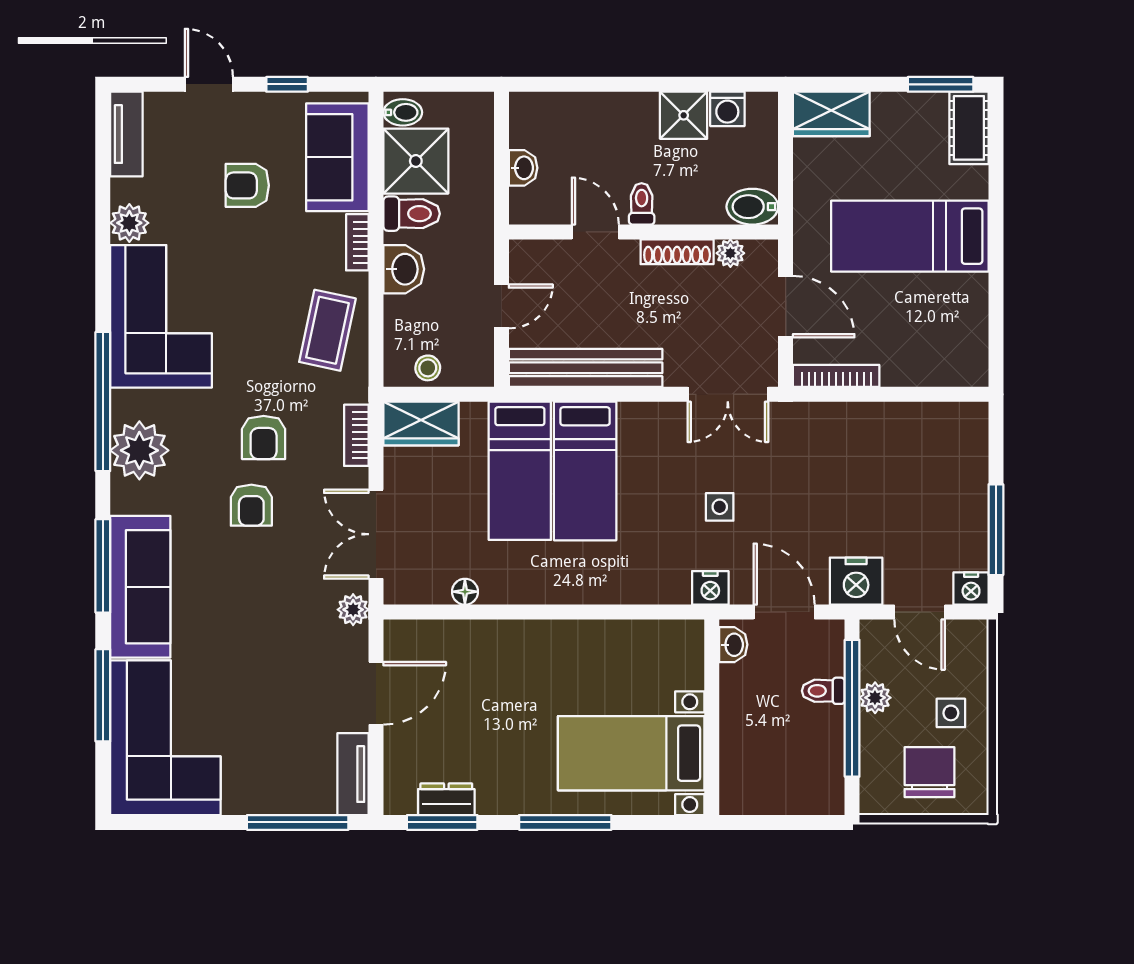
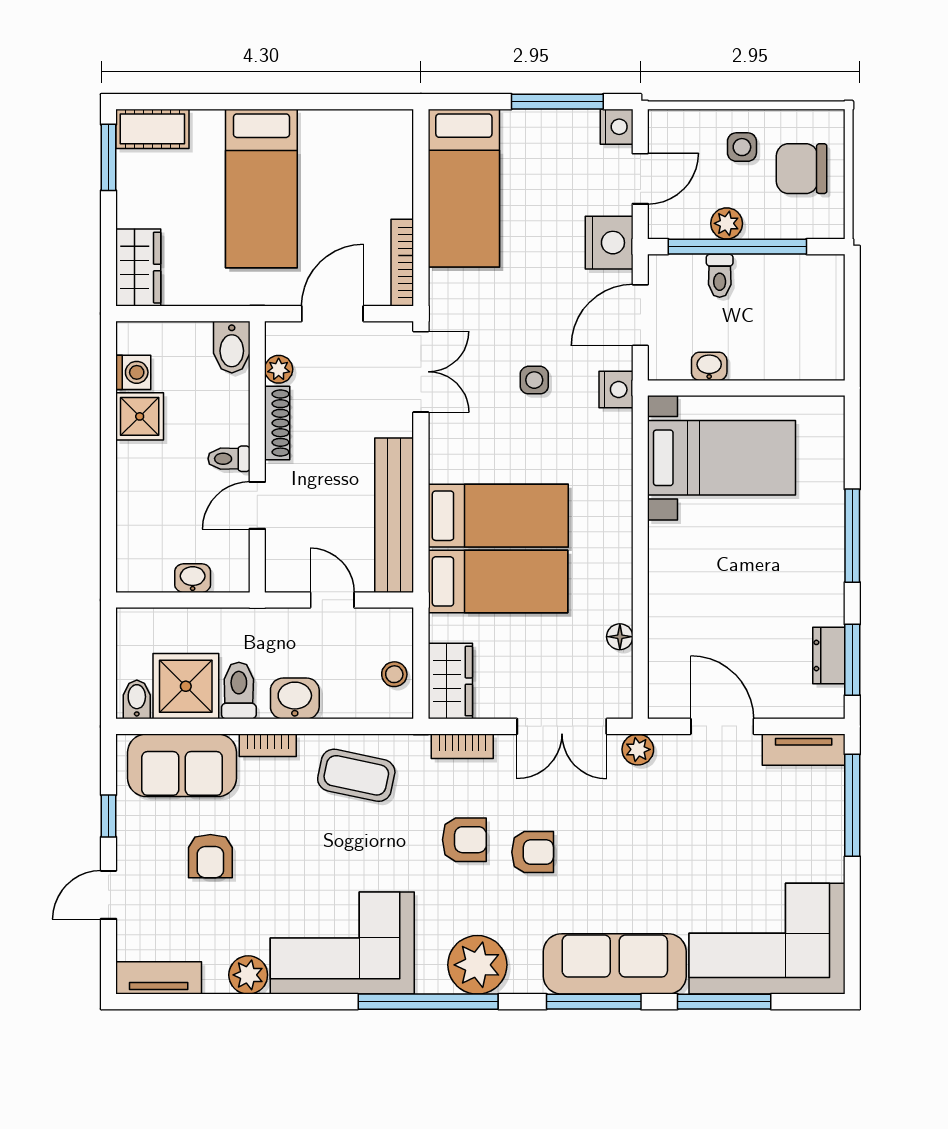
bed: (910, 437) -> (464, 188), added
washbasin: (733, 645) -> (709, 366), moved
bed with nightstands: (631, 753) -> (722, 458), moved, turned -90

